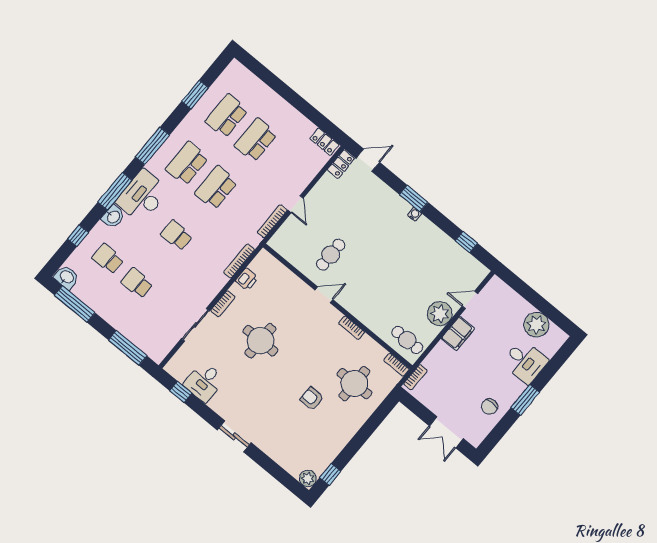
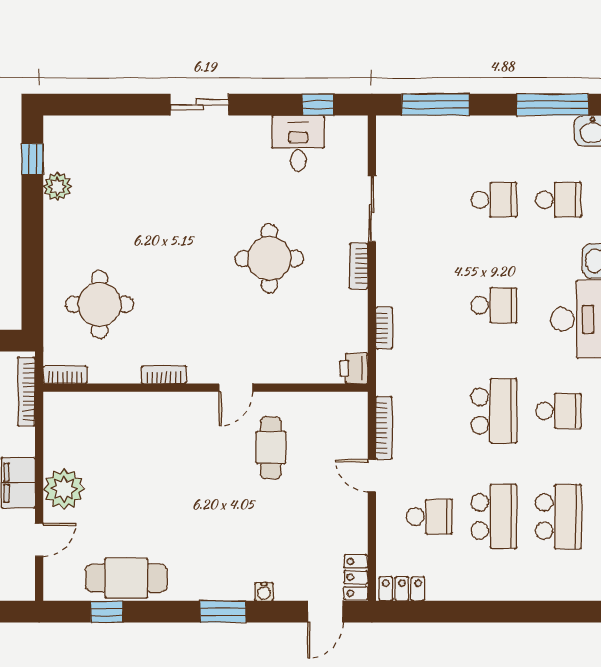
school desk: (187, 163) -> (558, 411), width x0.54
school desk: (285, 164) -> (429, 516), added
water cooler: (415, 214) -> (264, 592), moved
bookcase: (239, 261) -> (384, 328), width x0.64
printer: (247, 279) -> (354, 368), moved
cafe table: (407, 340) -> (126, 578), moved, width x1.37, depth x1.35
bookcase: (416, 377) -> (26, 392), width x1.56
armchair: (312, 399) -> (139, 238), removed
plant: (308, 478) -> (57, 187), moved

